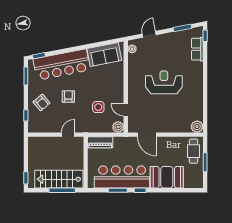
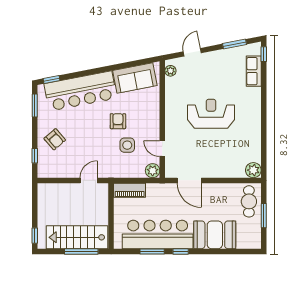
armchair: (68, 96) -> (118, 121), moved

